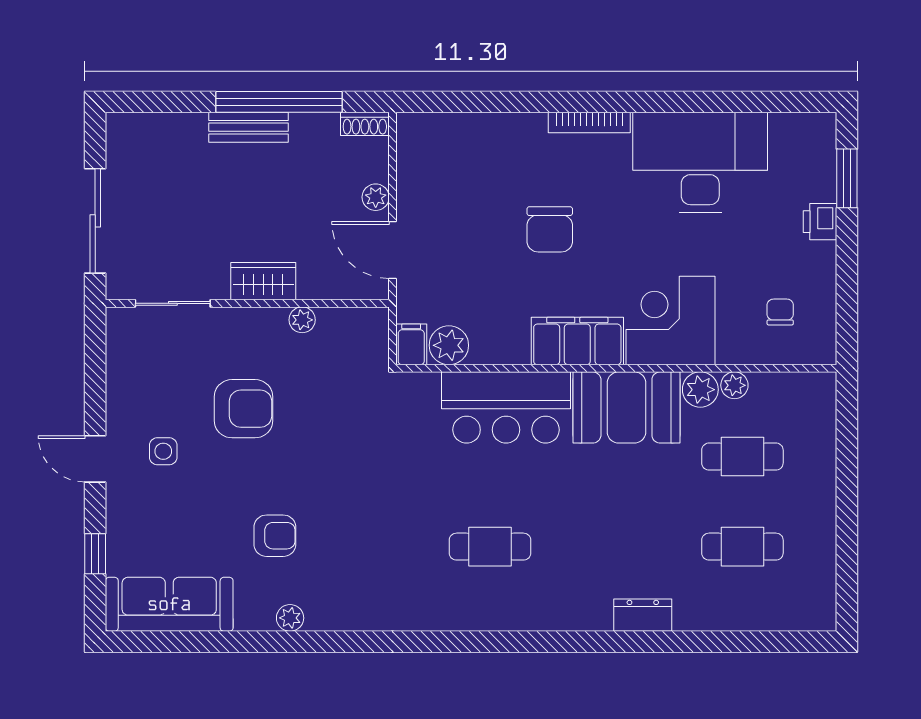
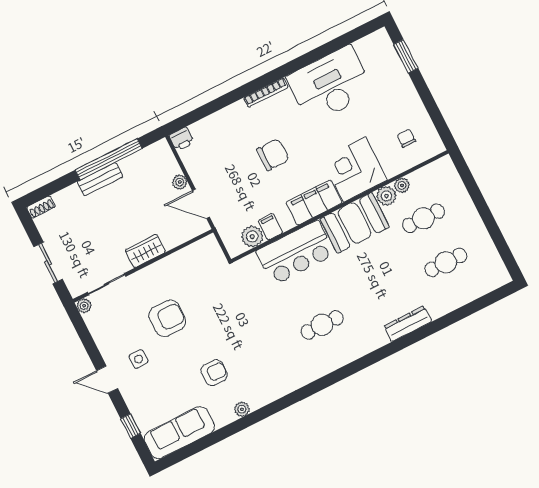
shoe rack: (365, 124) -> (41, 207), moved
sliding door: (95, 221) -> (48, 263), width x0.73
printer: (820, 222) -> (182, 139), moved, turned -90
chair: (550, 229) -> (273, 155), turned -90
plant: (302, 320) -> (84, 306), moved
filing cabinet: (411, 344) -> (270, 227), moved
dresser: (643, 615) -> (408, 324), width x1.44

